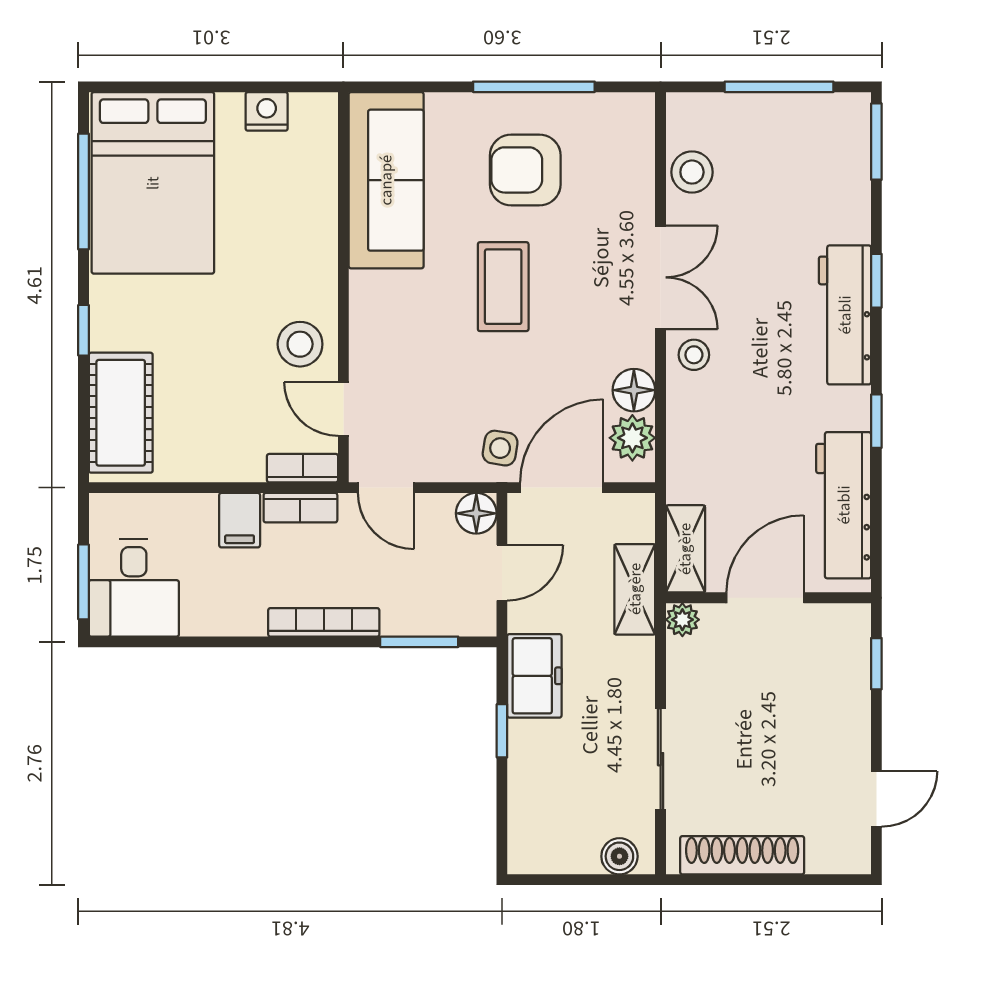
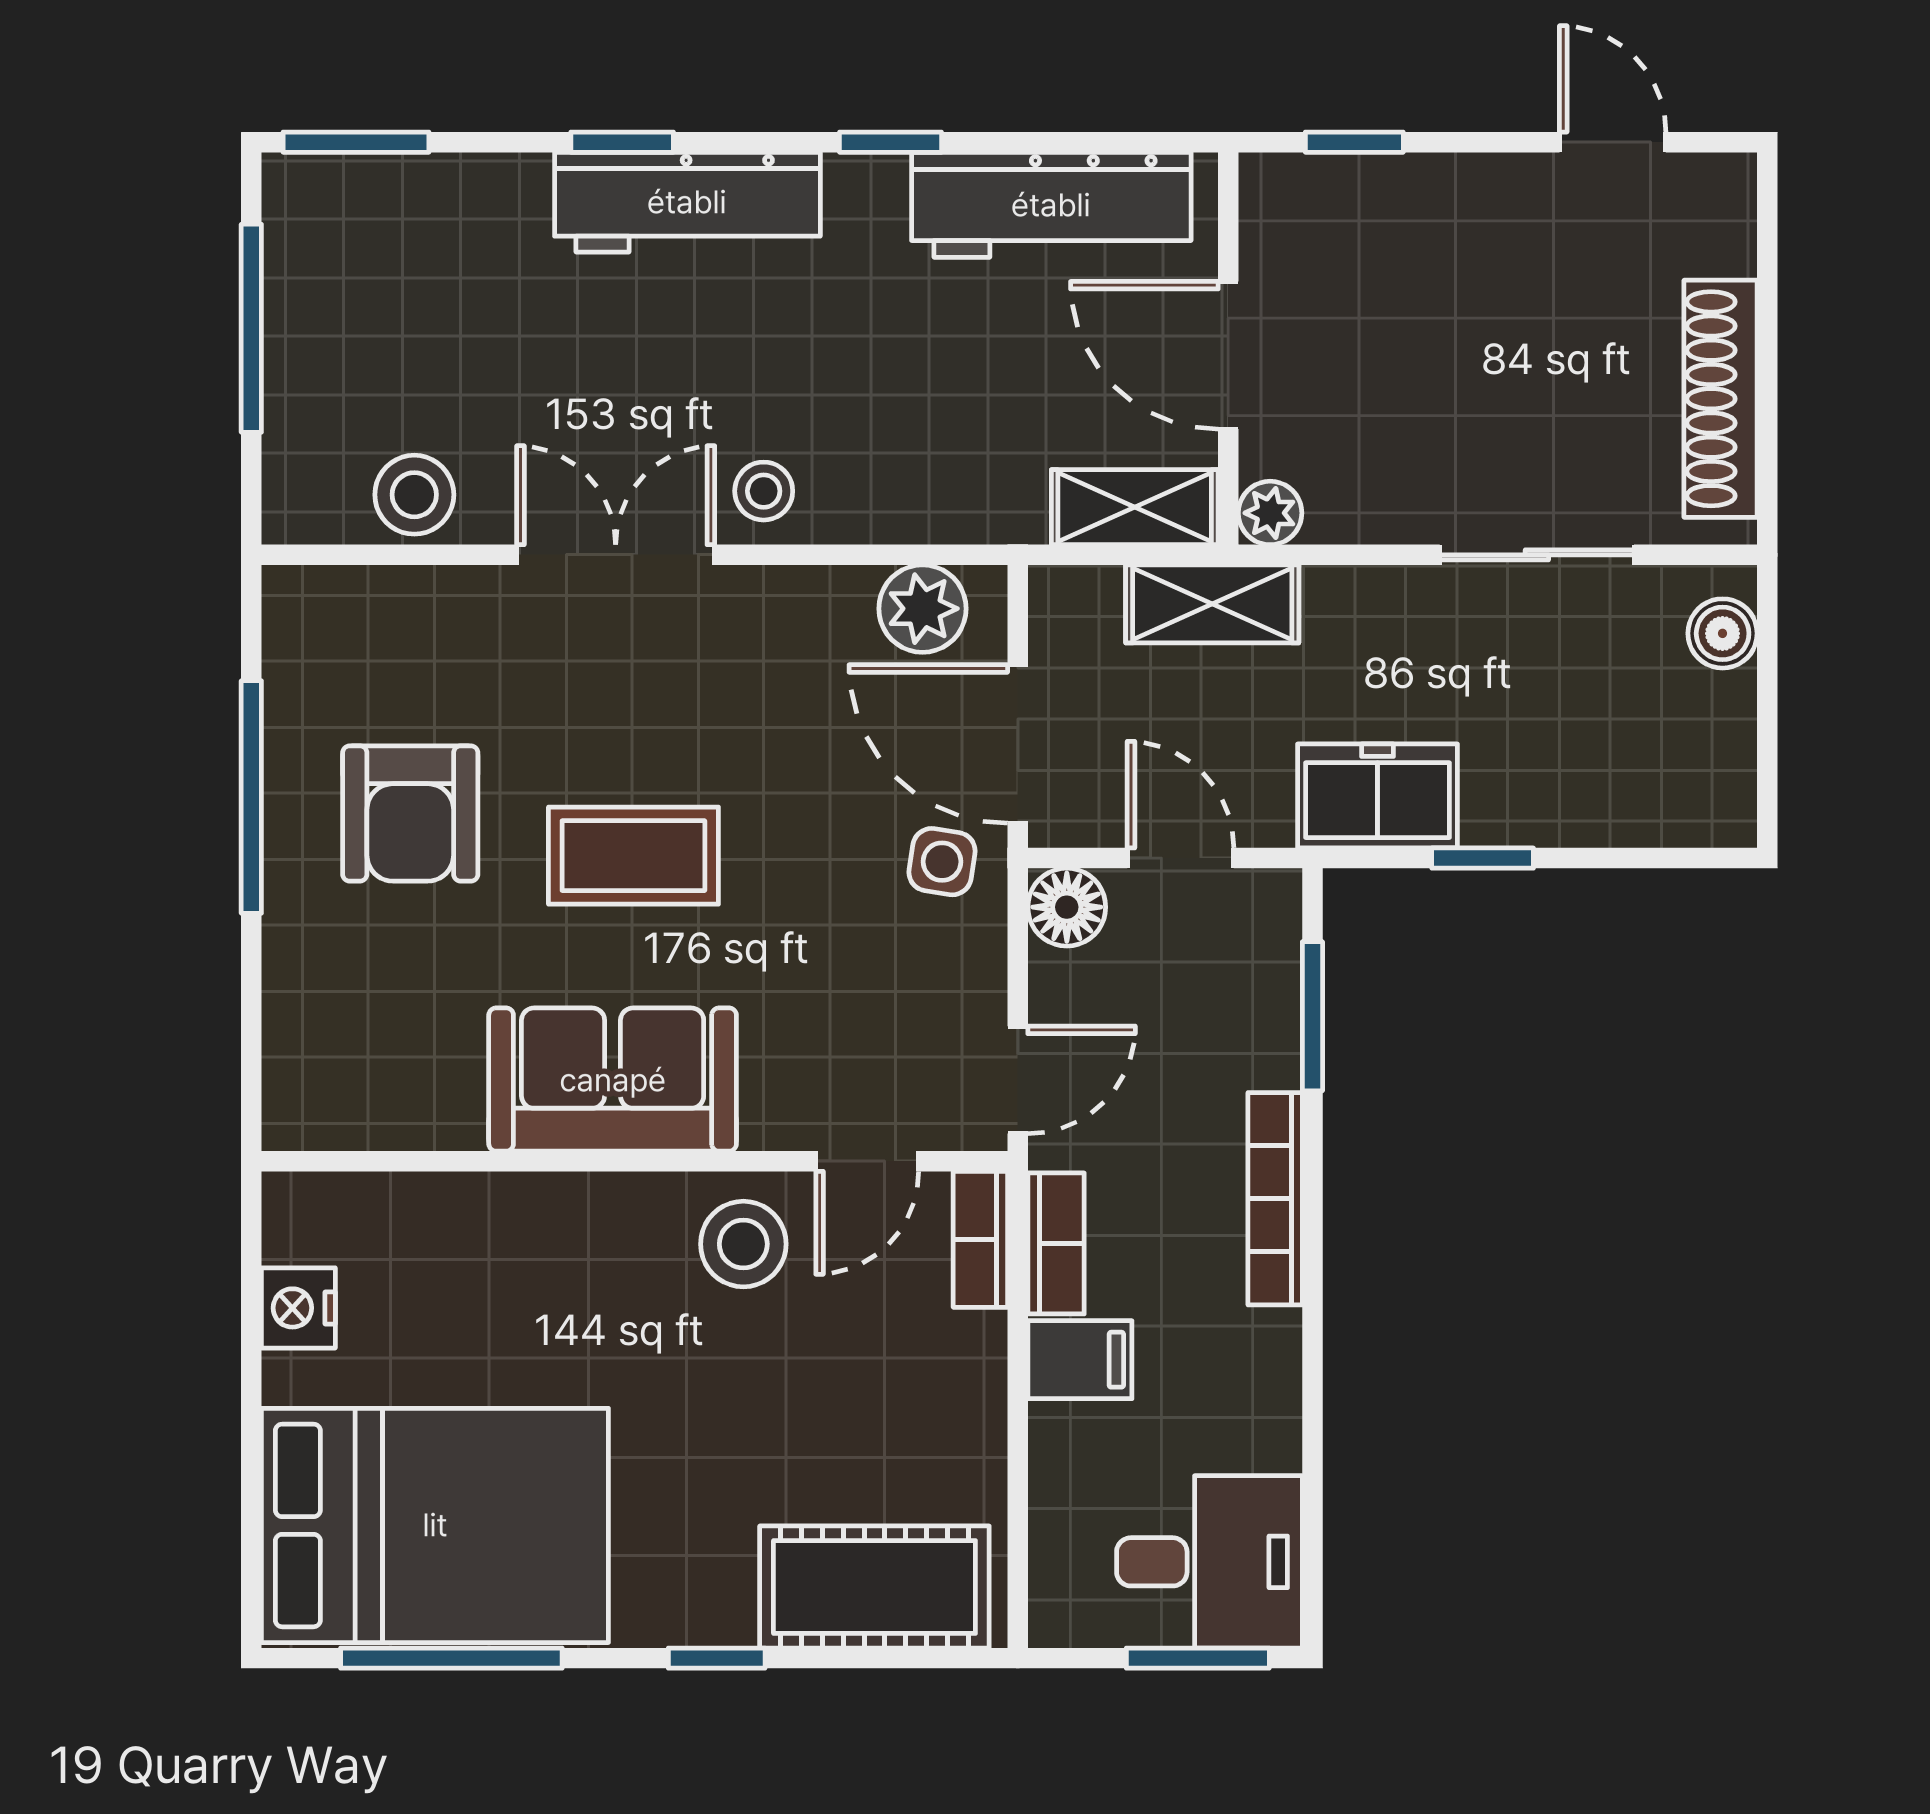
sofa: (386, 180) -> (613, 1080), moved, width x0.73
floor lamp: (634, 390) -> (831, 606), removed

